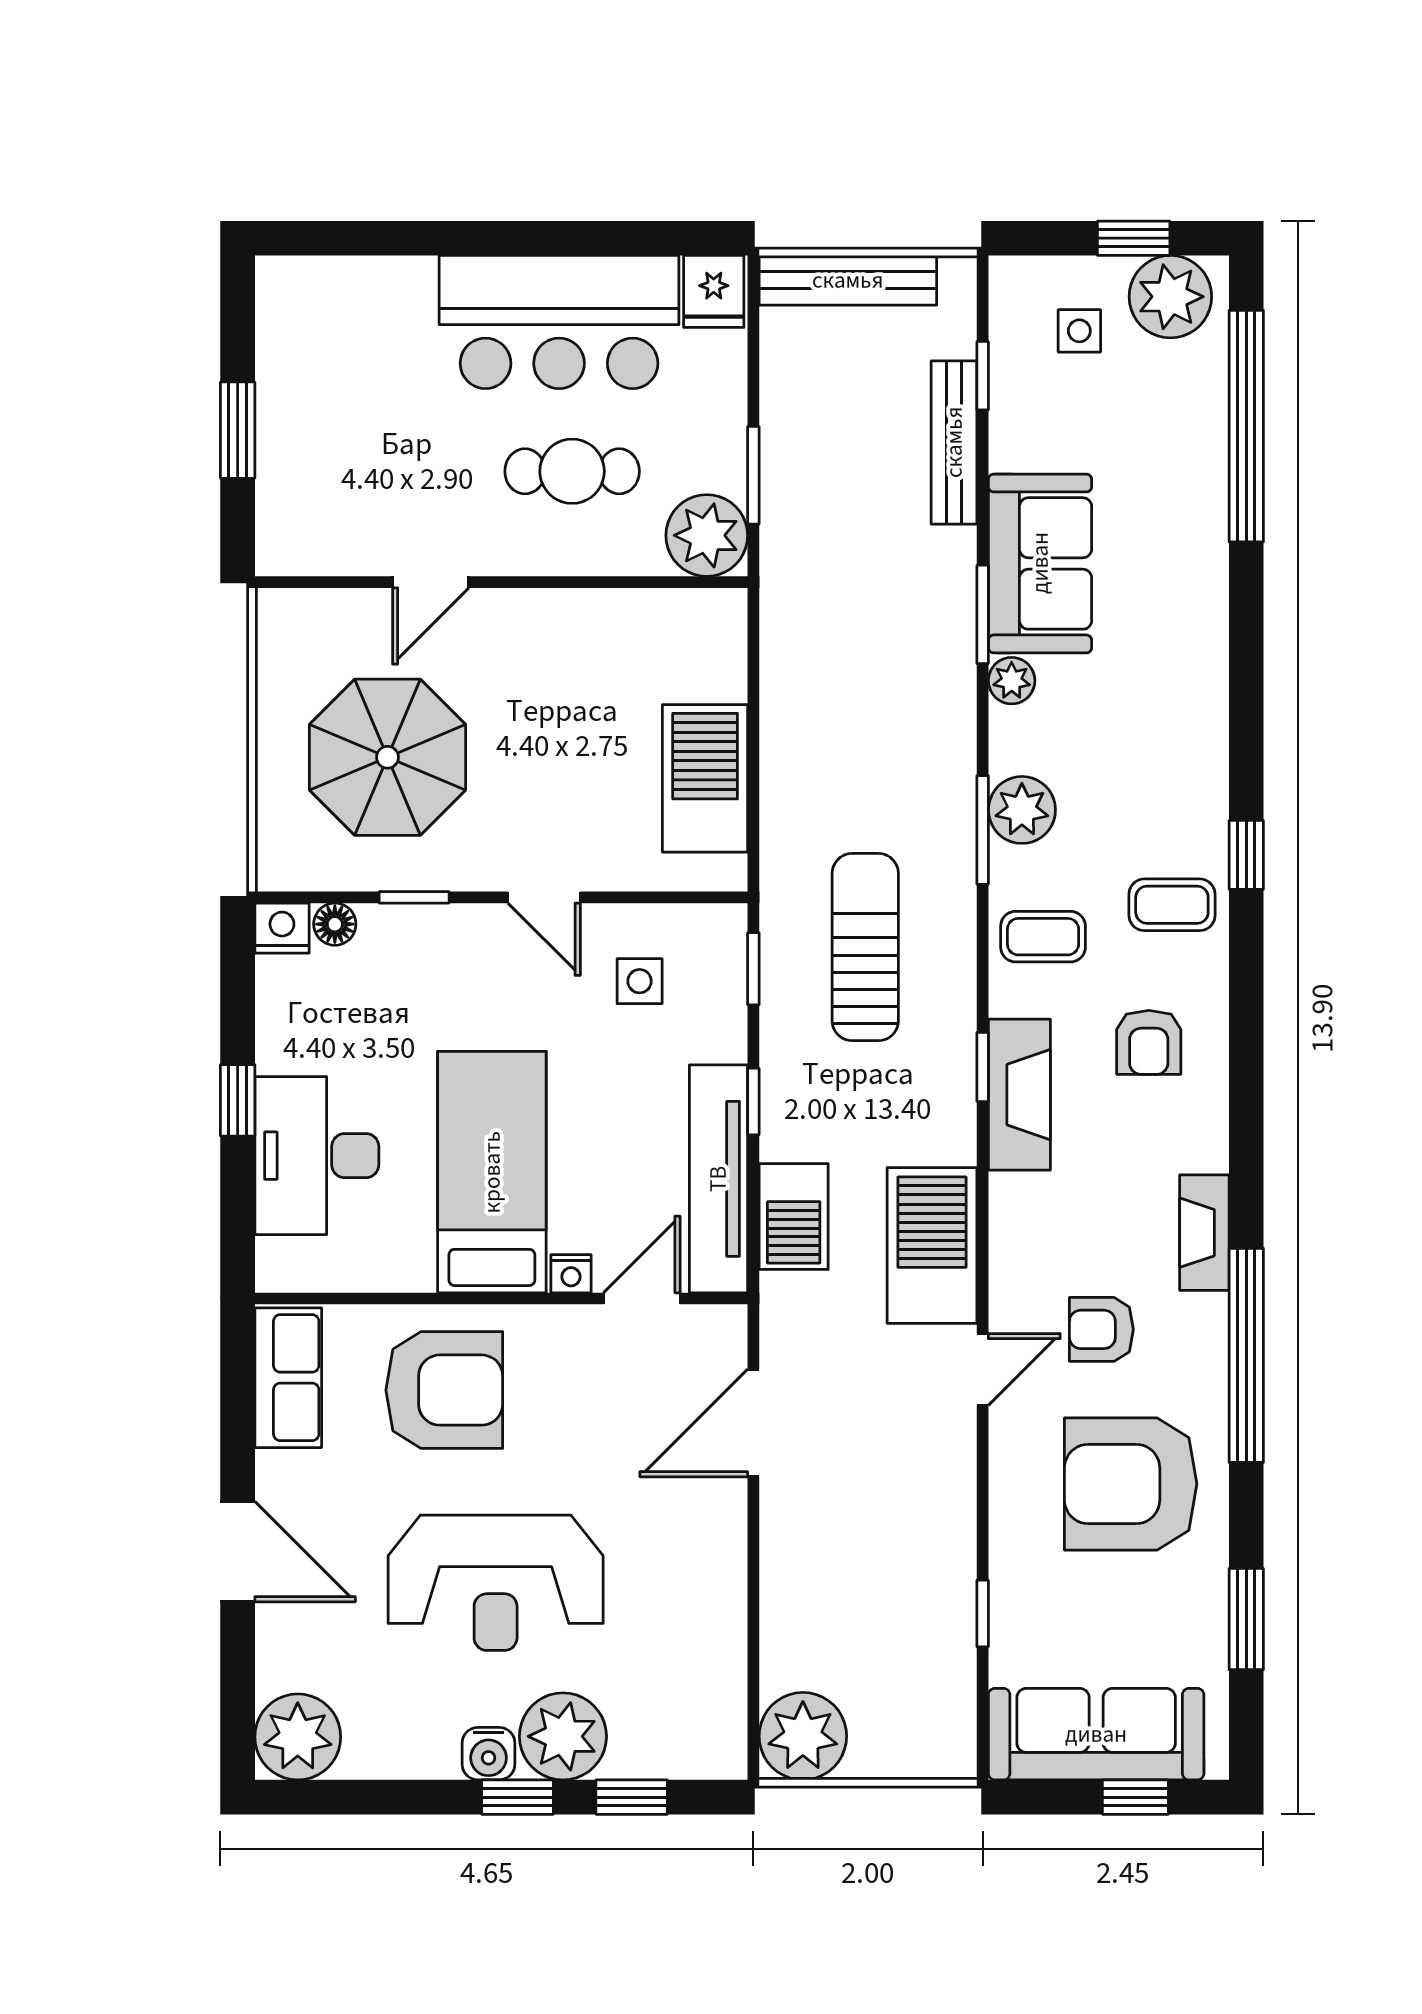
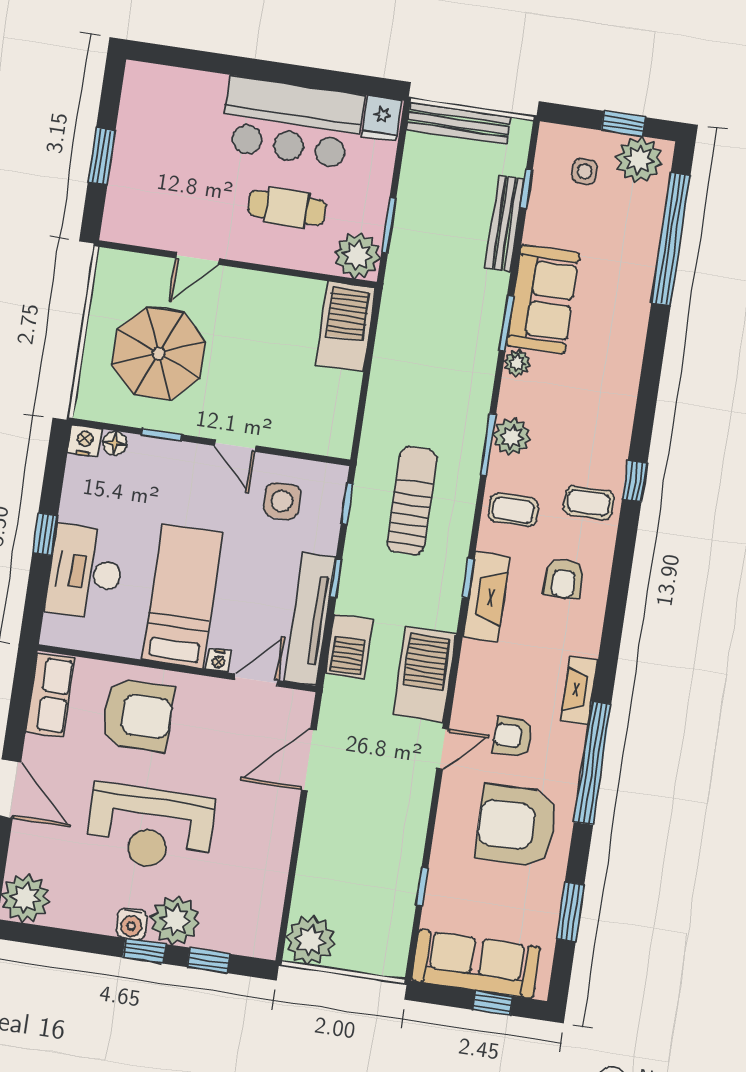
barbecue: (705, 778) -> (346, 326), moved
side table: (640, 981) -> (282, 501), width x1.37, depth x1.37

